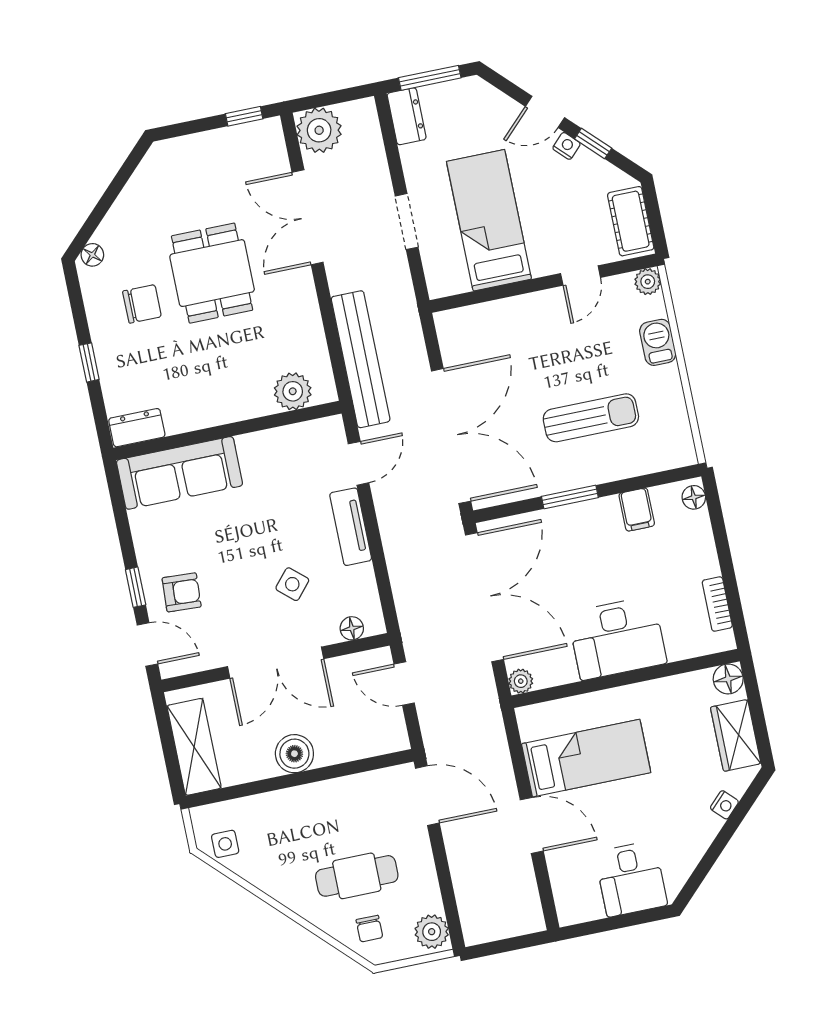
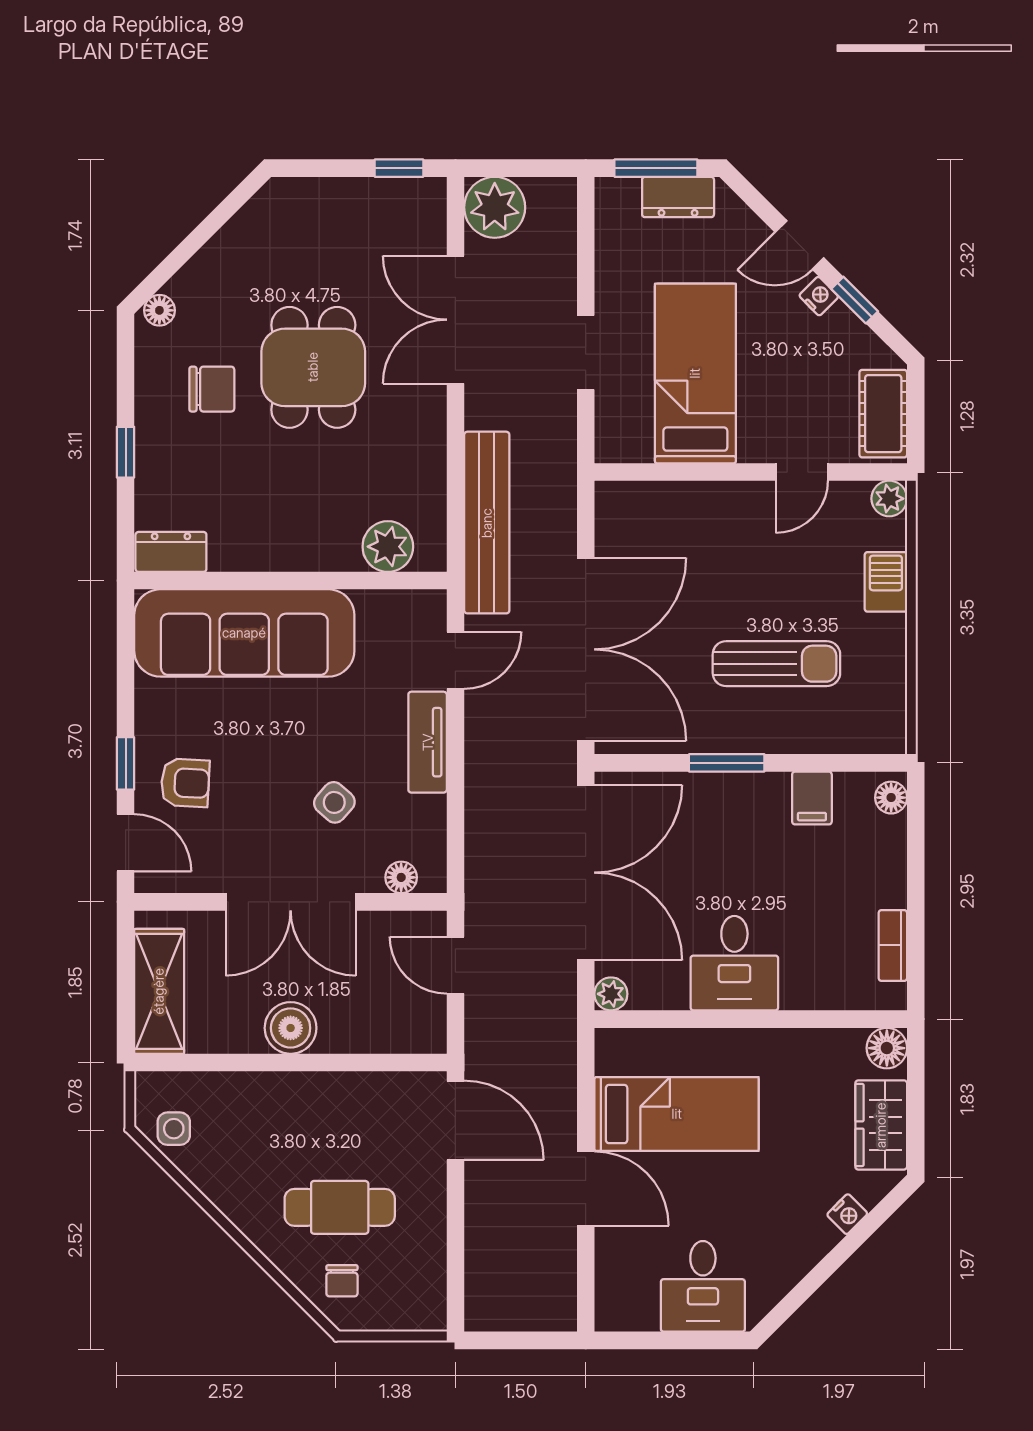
dresser: (407, 116) -> (678, 197), moved, turned 90
sofa: (179, 473) -> (244, 633), width x1.36, depth x1.27
desk: (617, 638) -> (734, 963), width x0.73
plant: (432, 932) -> (424, 1302), removed

